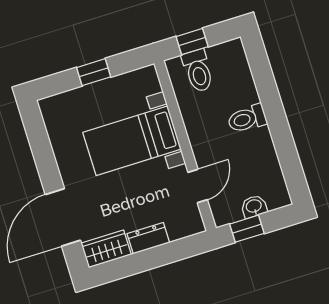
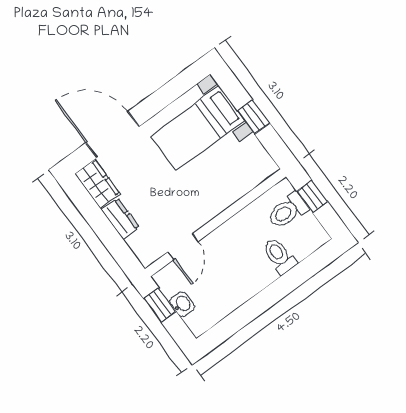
toilet: (247, 119) -> (279, 256), moved
bed with nightstands: (132, 141) -> (197, 128), moved, turned -90
door: (198, 186) -> (183, 247), hinge flipped

